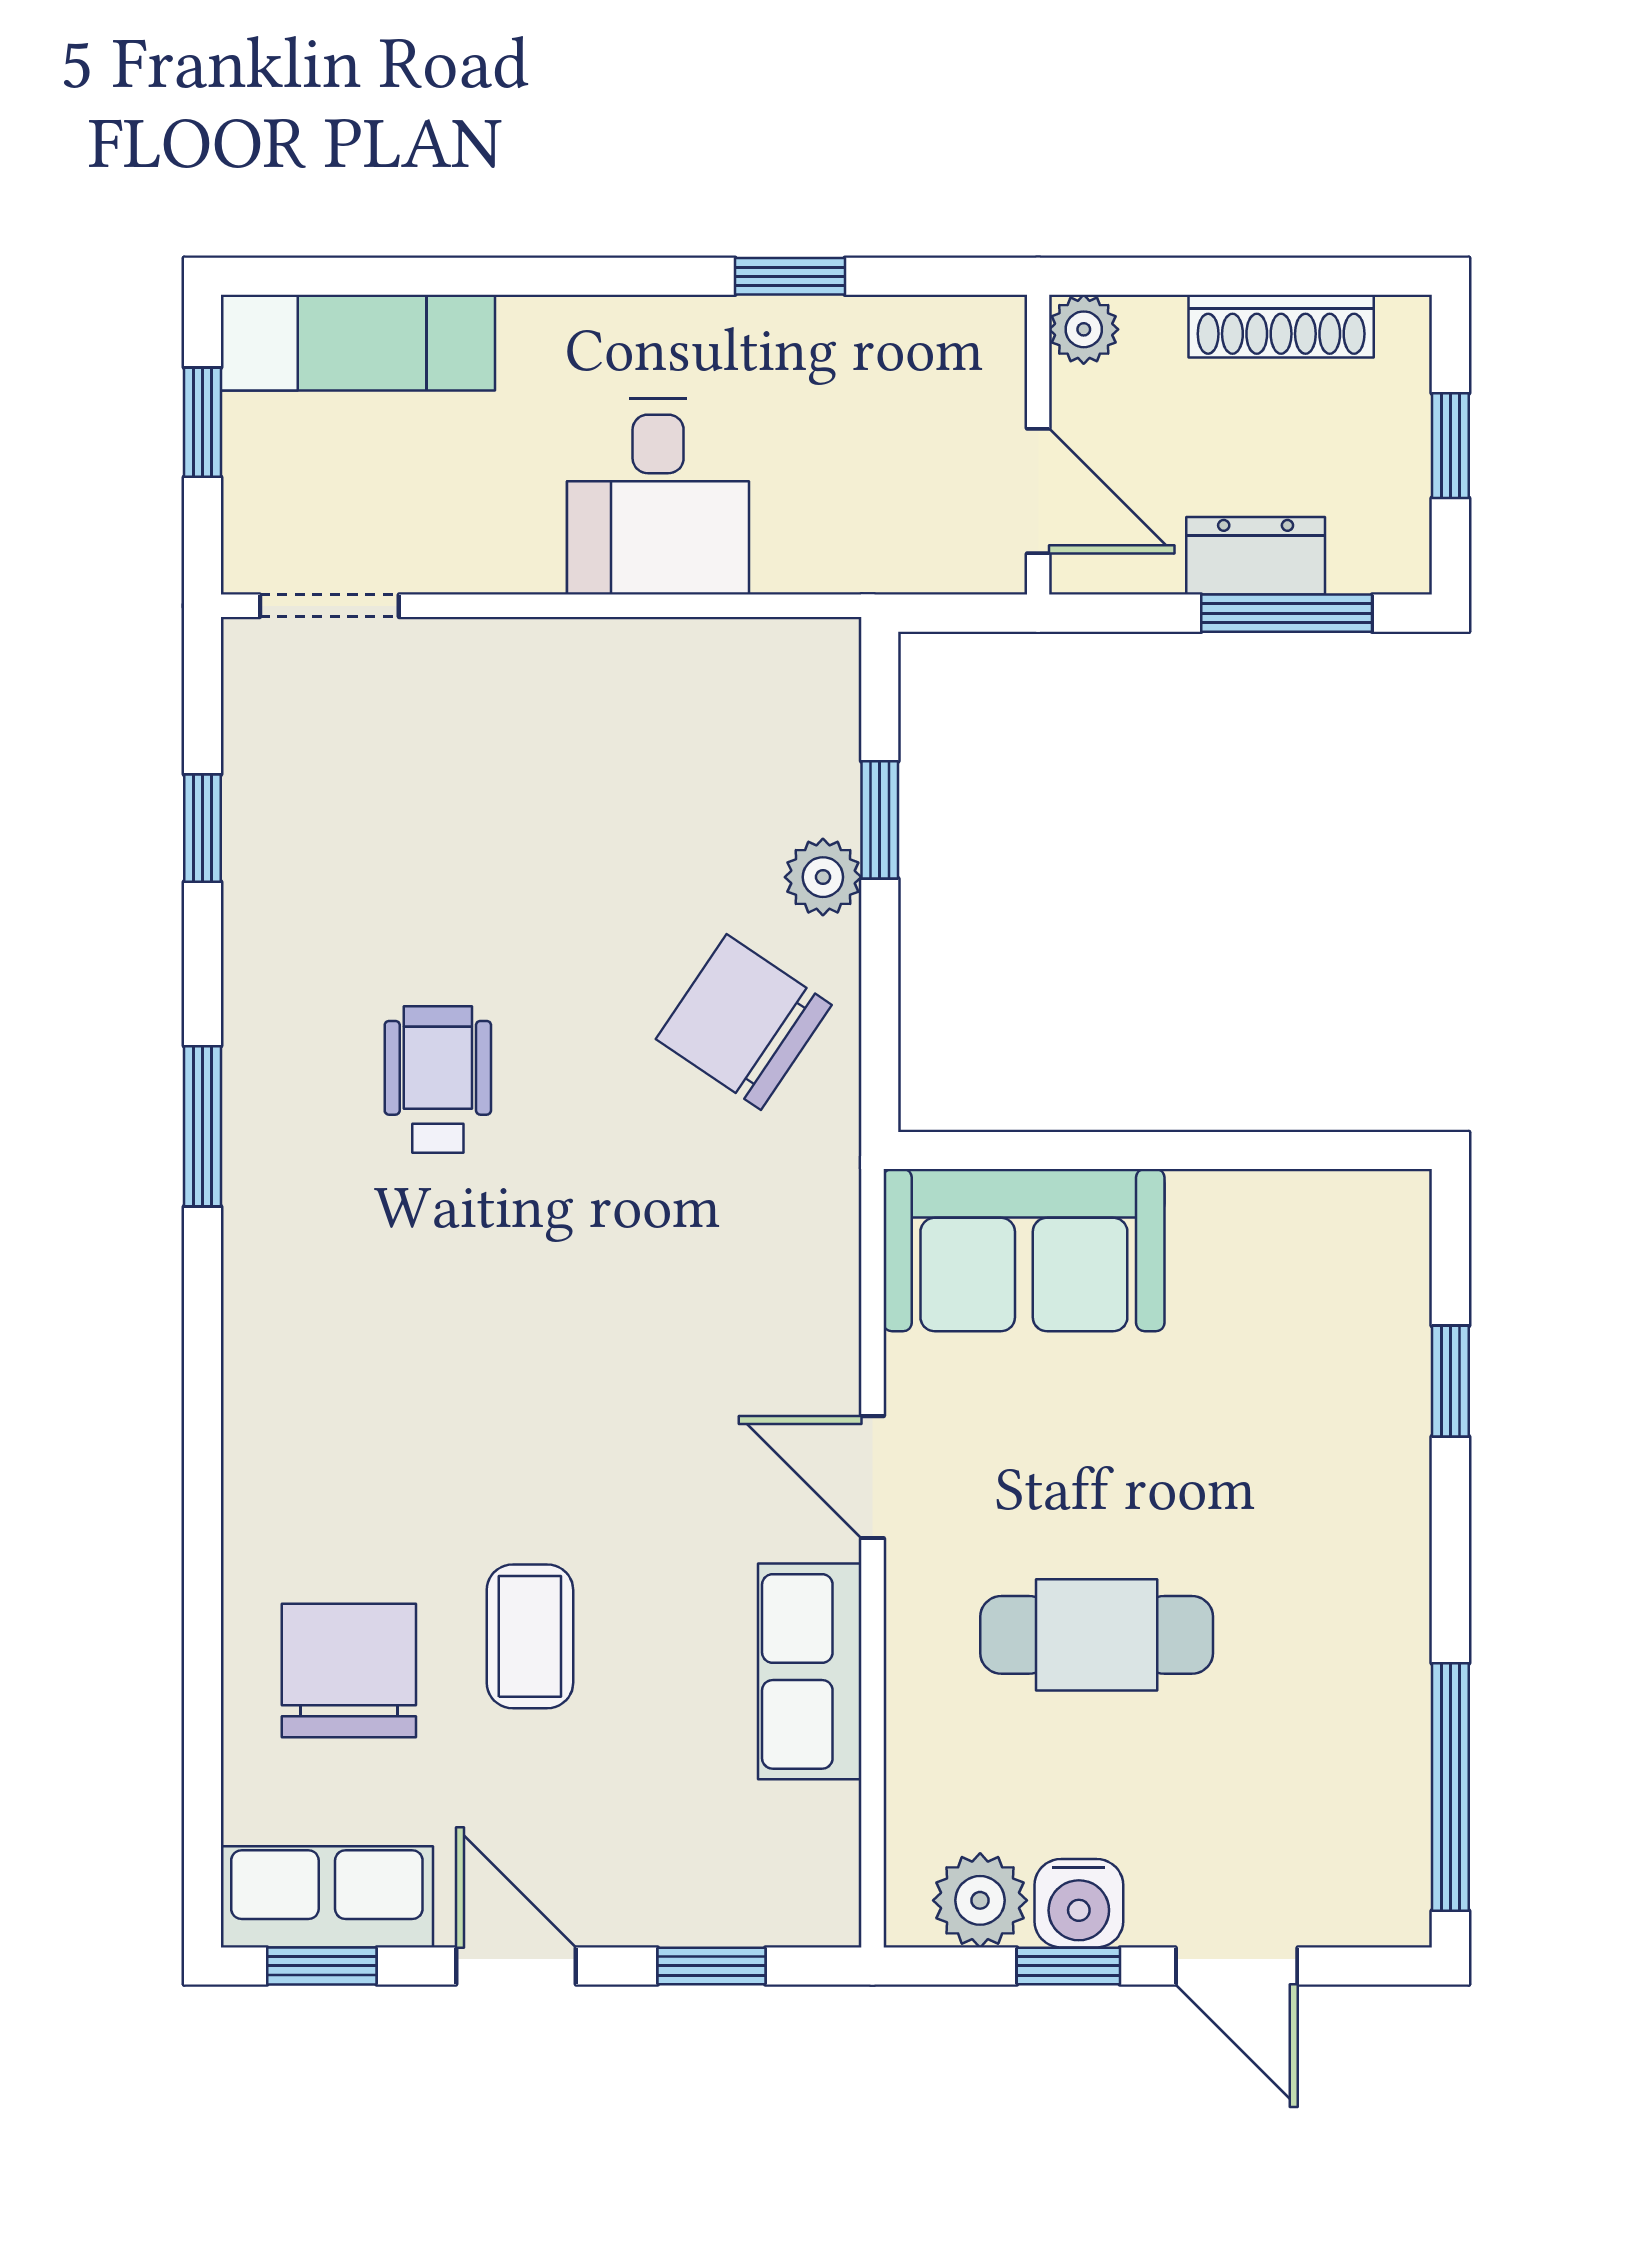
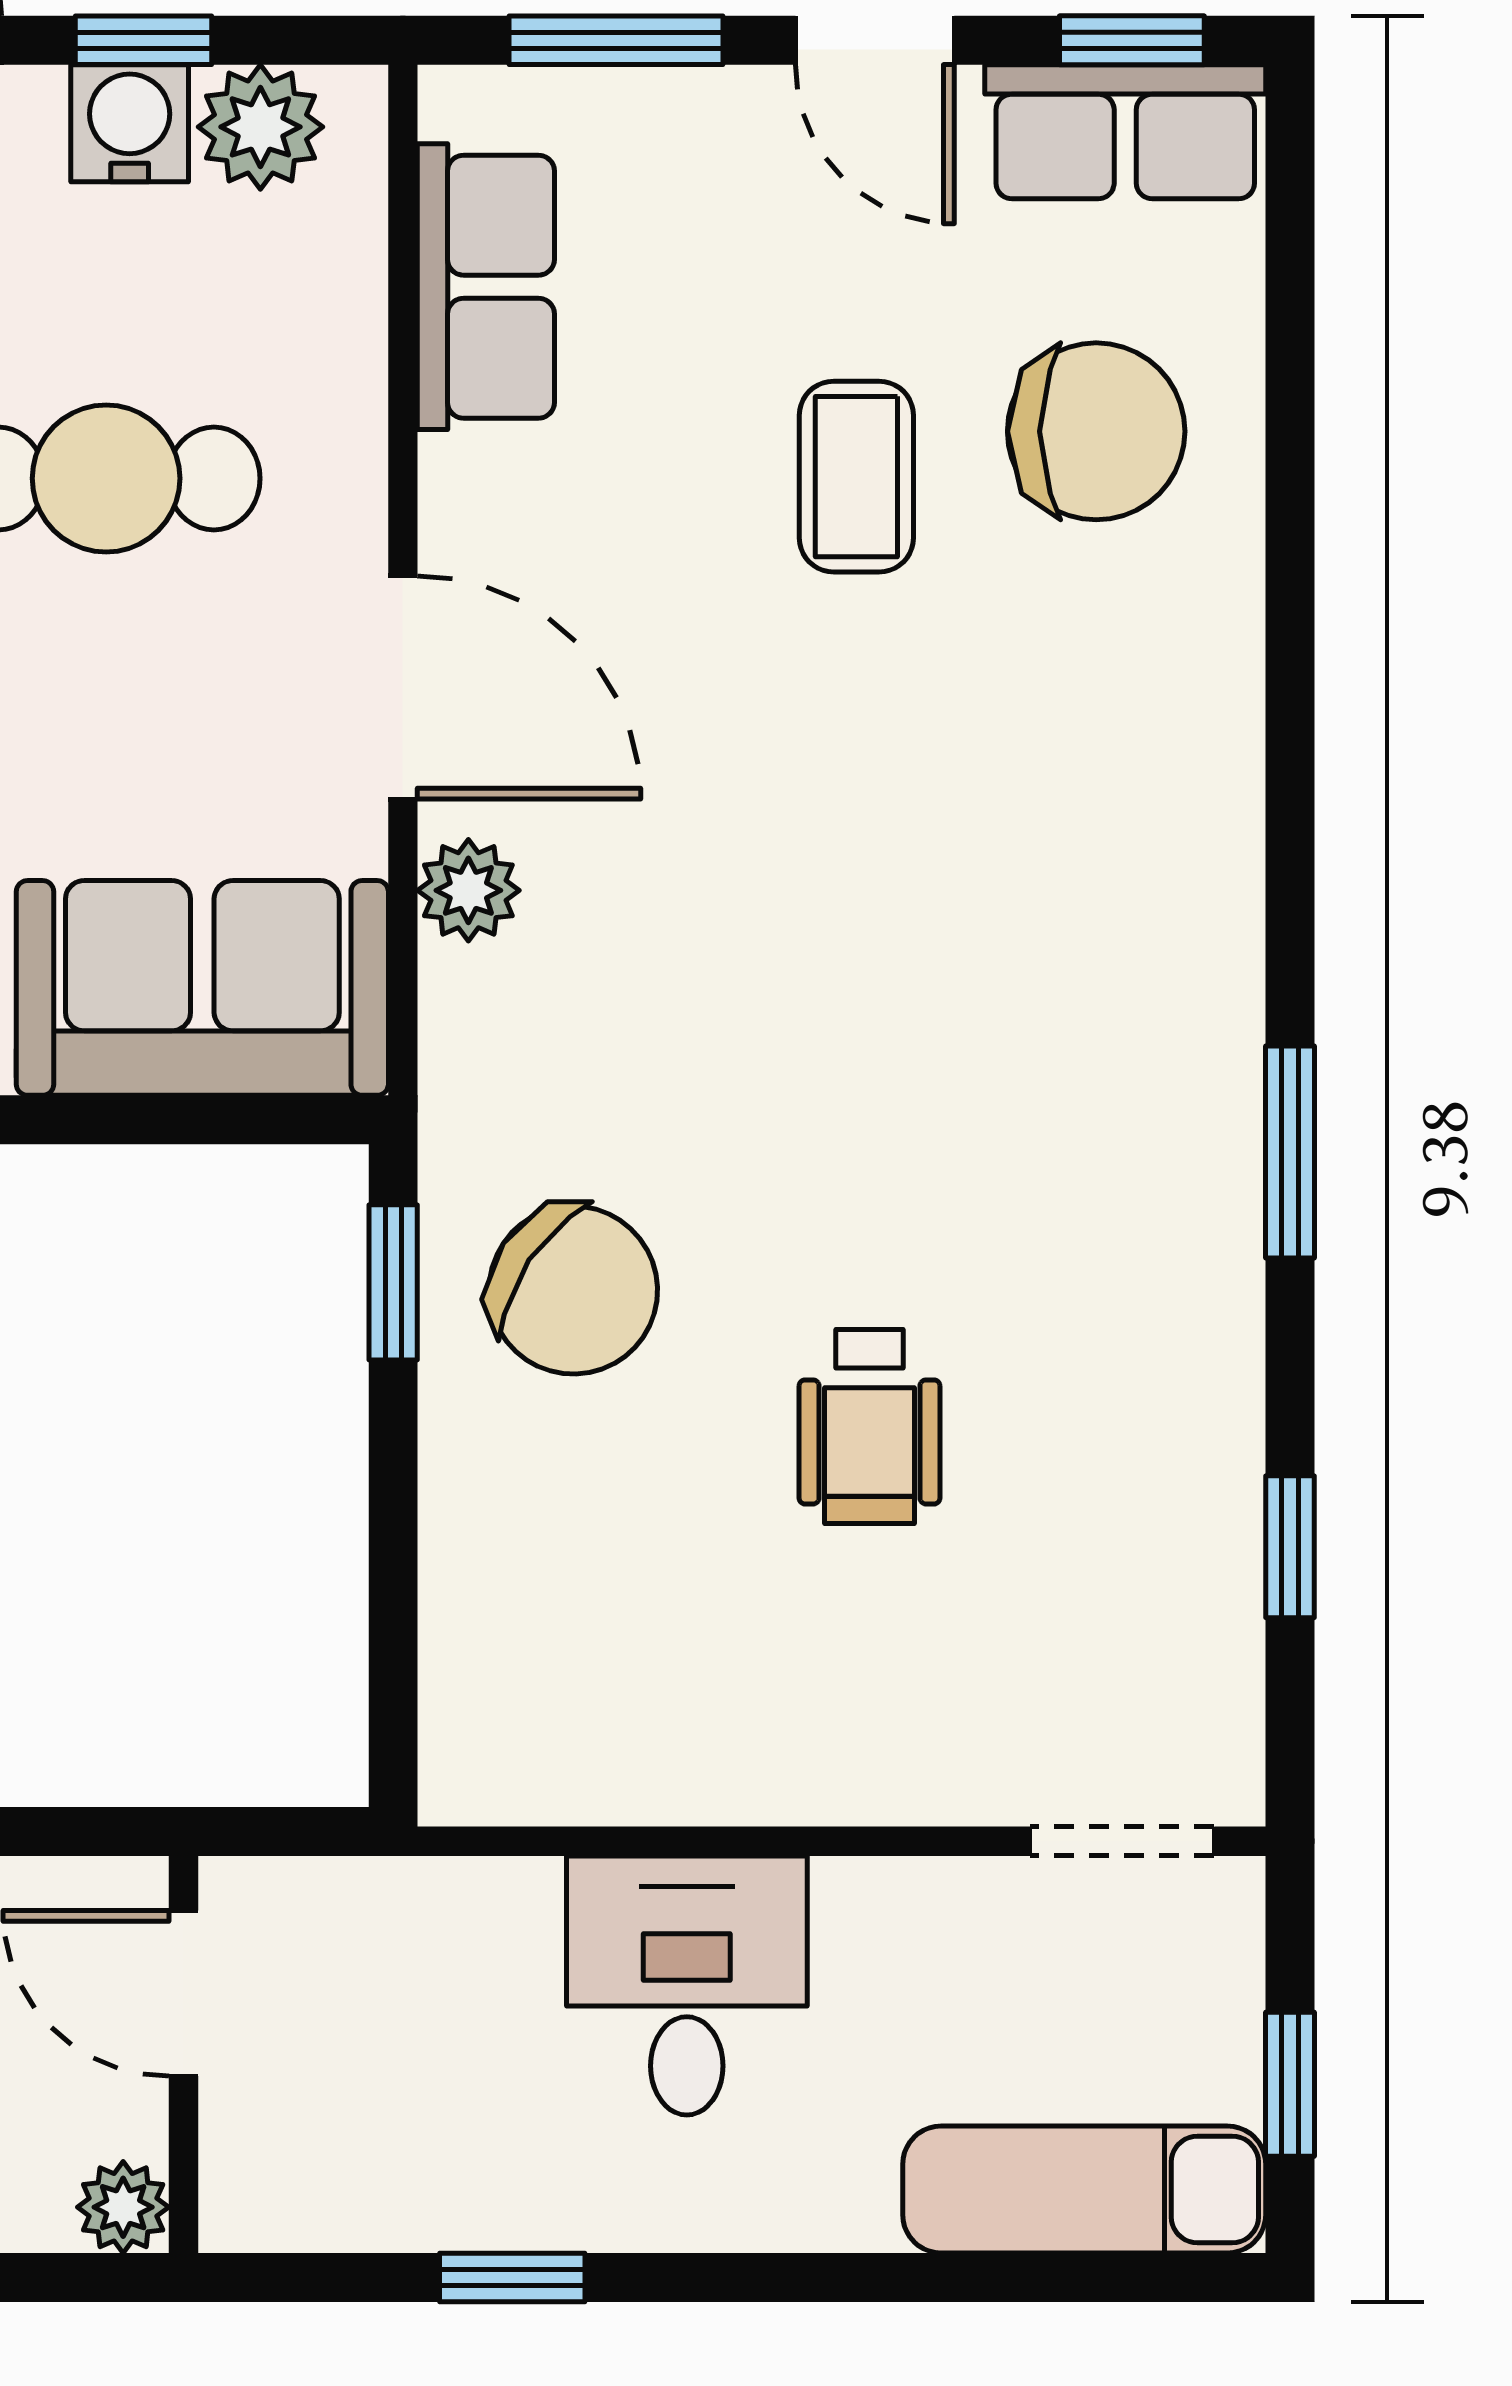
window: (880, 820) -> (393, 1282), moved
plant: (823, 877) -> (468, 890), moved
wheelchair: (438, 1080) -> (869, 1426), moved
door: (872, 1477) -> (403, 687), width x1.38
chair: (349, 1671) -> (1096, 431), turned -90
row of seats: (810, 1671) -> (486, 287), moved
window: (711, 1966) -> (616, 40), width x1.50

